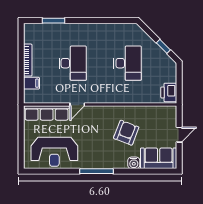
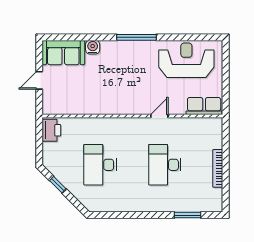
filing cabinet: (31, 83) -> (213, 141), removed
row of seats: (47, 113) -> (204, 106), width x0.68
armchair: (126, 133) -> (102, 83), removed

